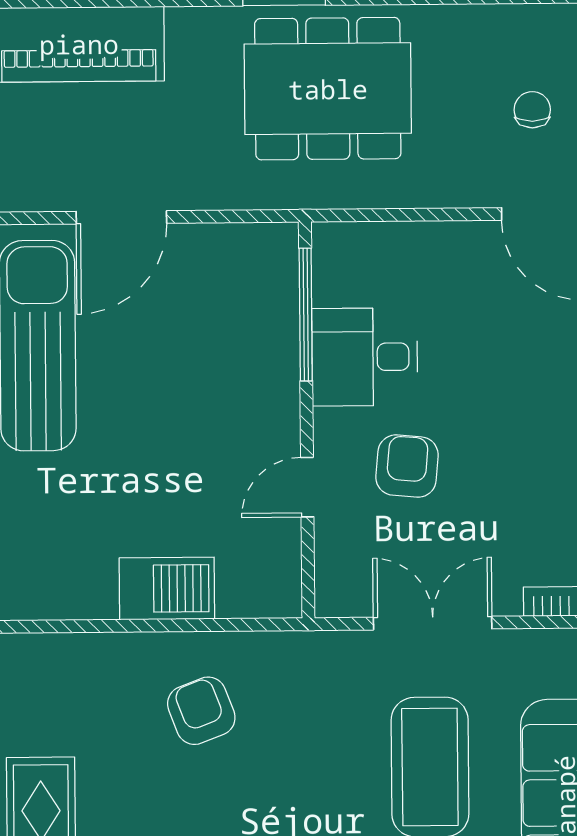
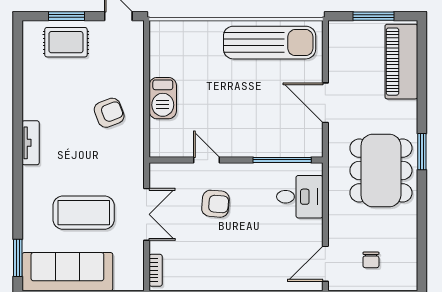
chair: (532, 110) -> (371, 260), turned 90
door: (121, 217) -> (325, 103), moved
desk: (365, 357) -> (300, 197), moved, turned 90

